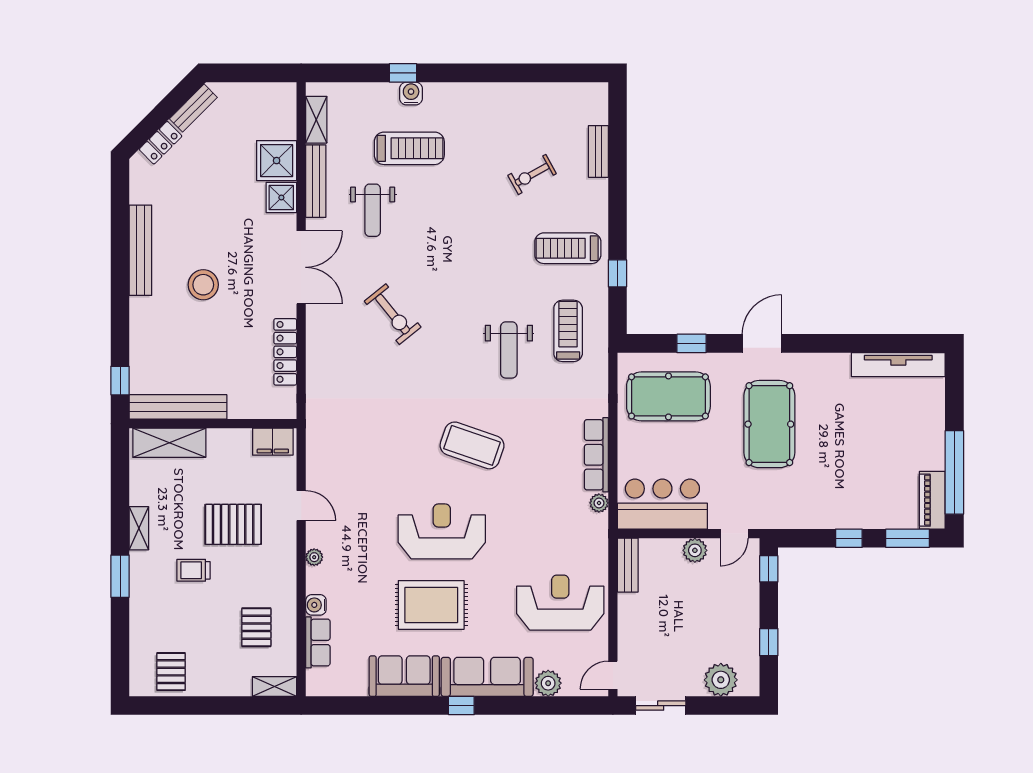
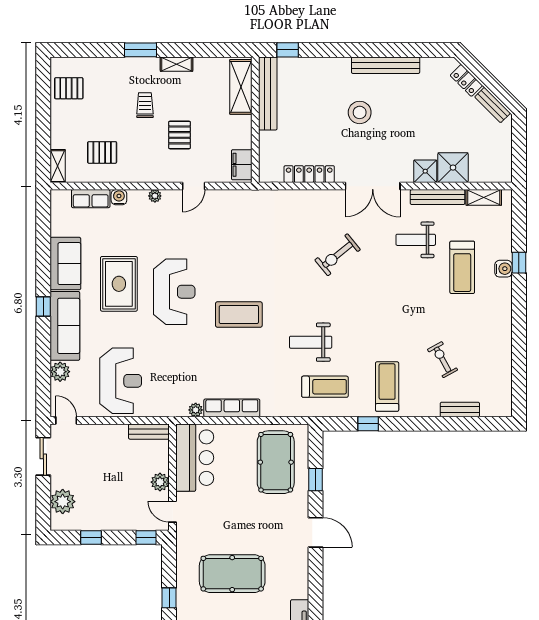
pool table: (769, 424) -> (232, 574), moved
coffee table: (472, 445) -> (239, 315), turned 71
pallet: (233, 524) -> (180, 135), width x0.67, depth x0.71

